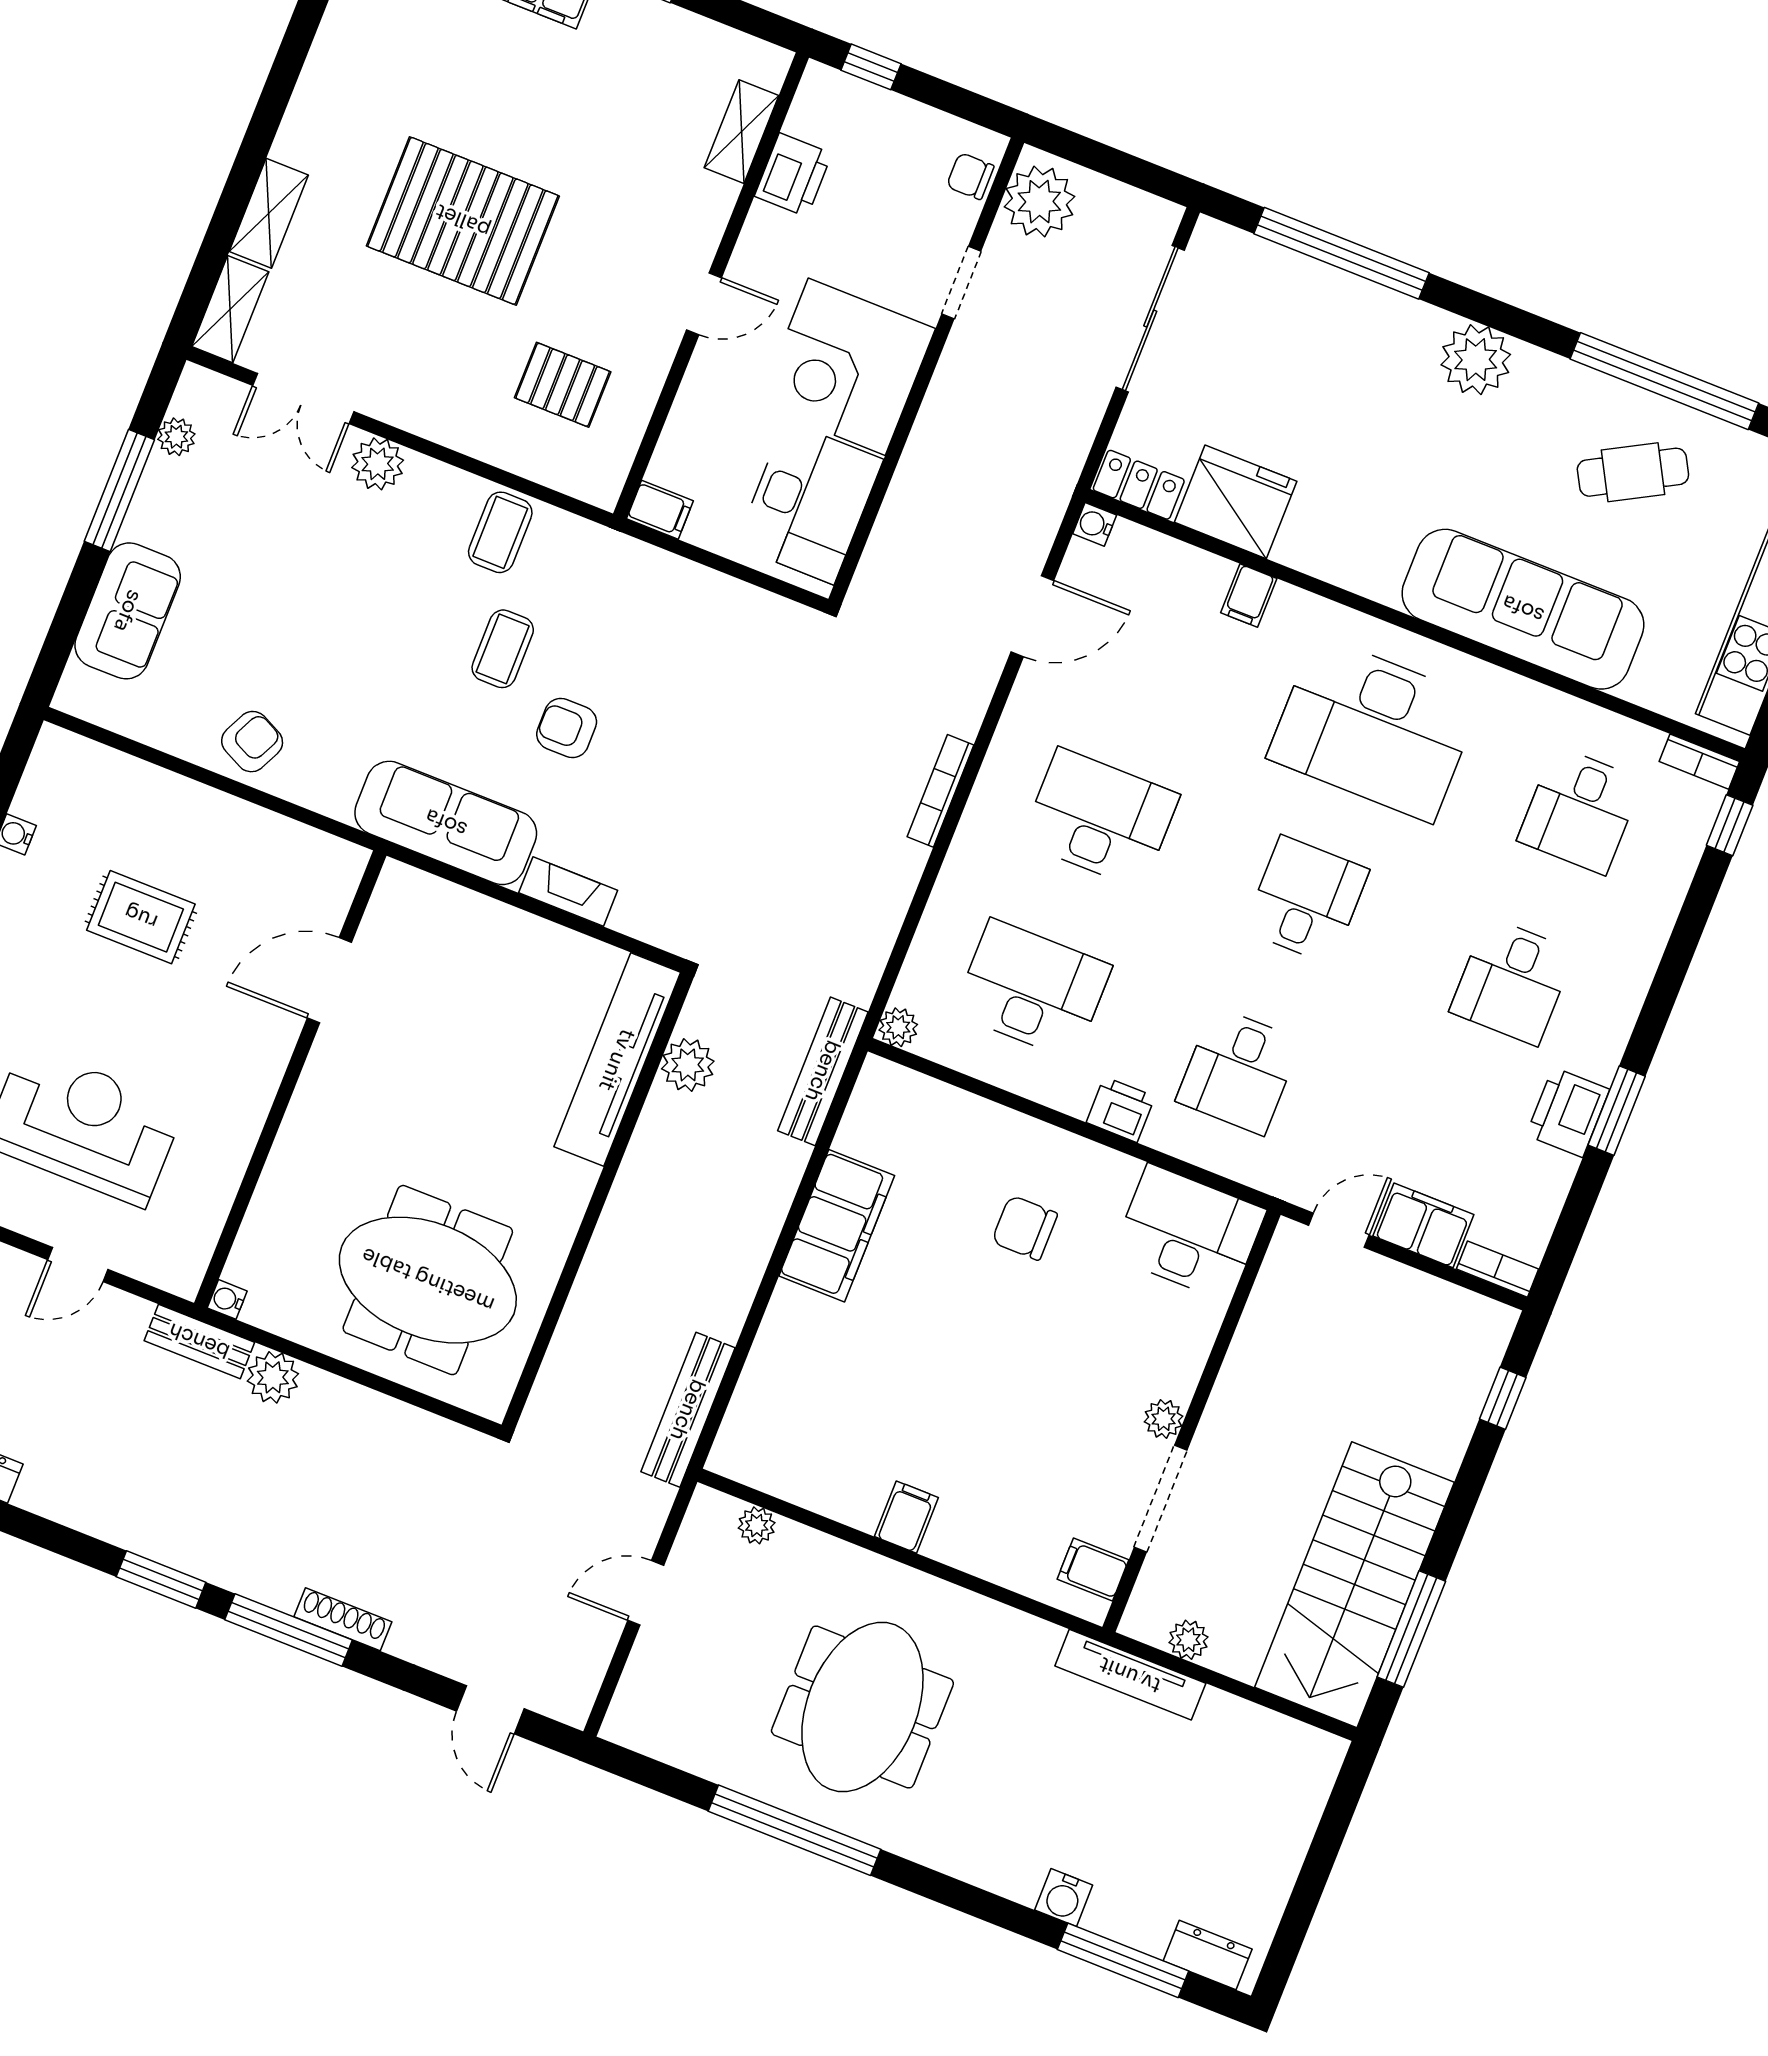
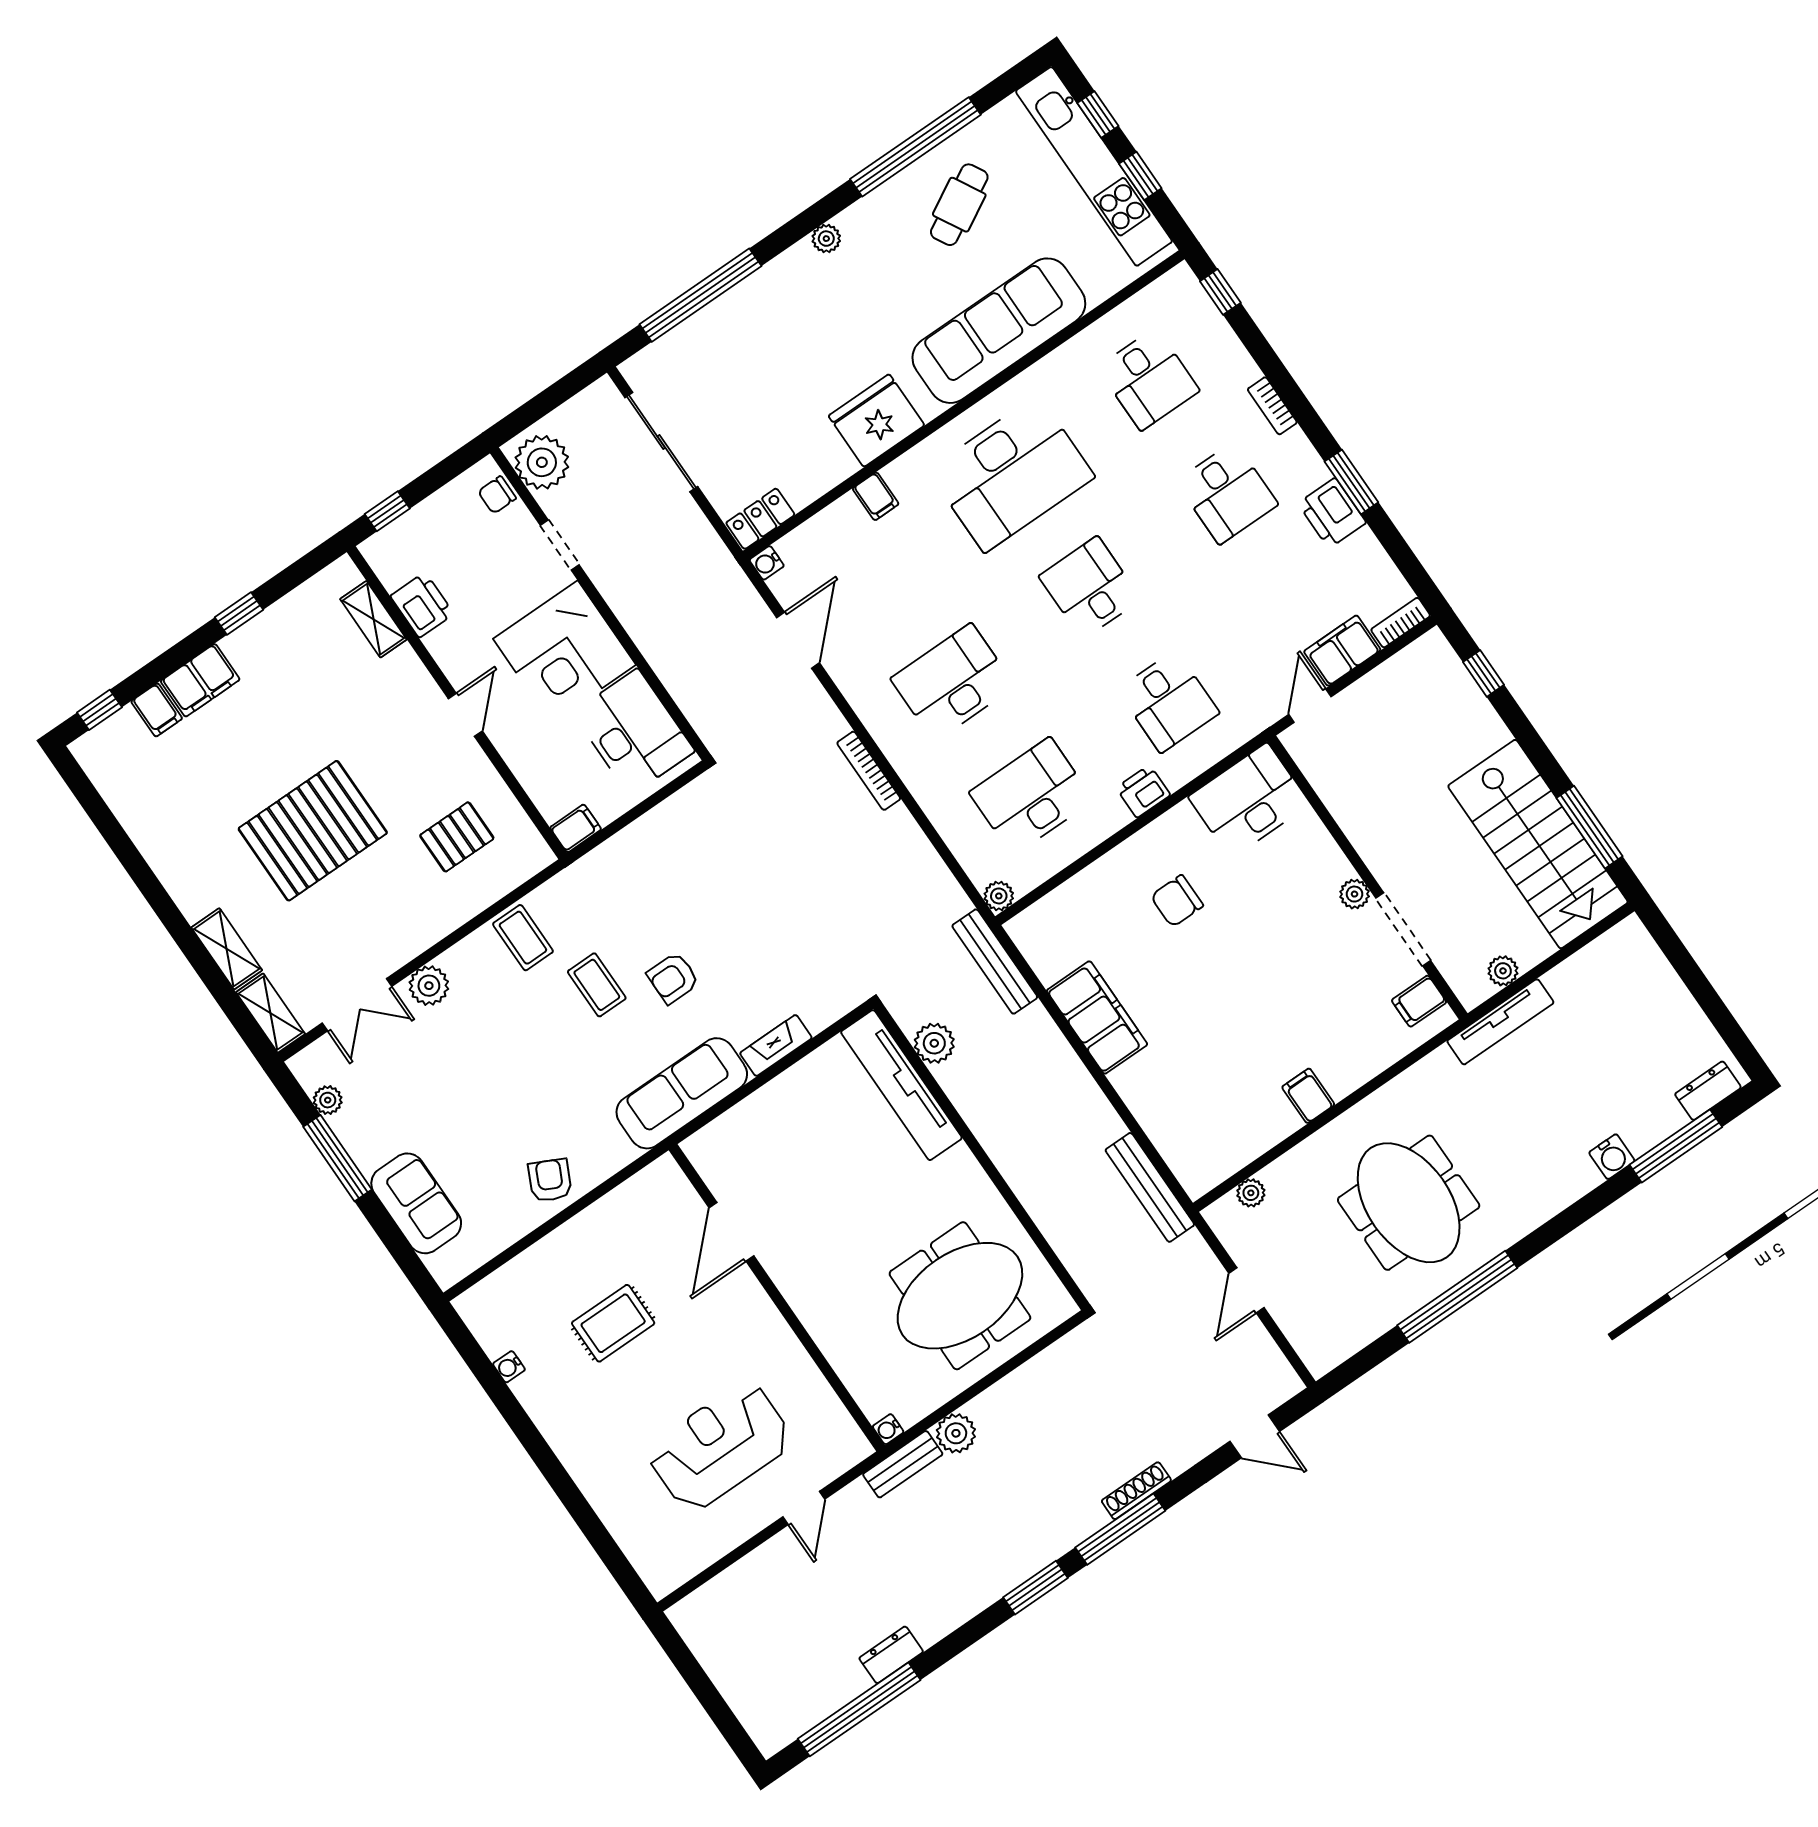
plant: (1476, 360) -> (826, 239), width x0.53, depth x0.53
fridge: (1236, 502) -> (876, 420), moved
bookcase: (1699, 762) -> (1272, 406), moved, turned 90

